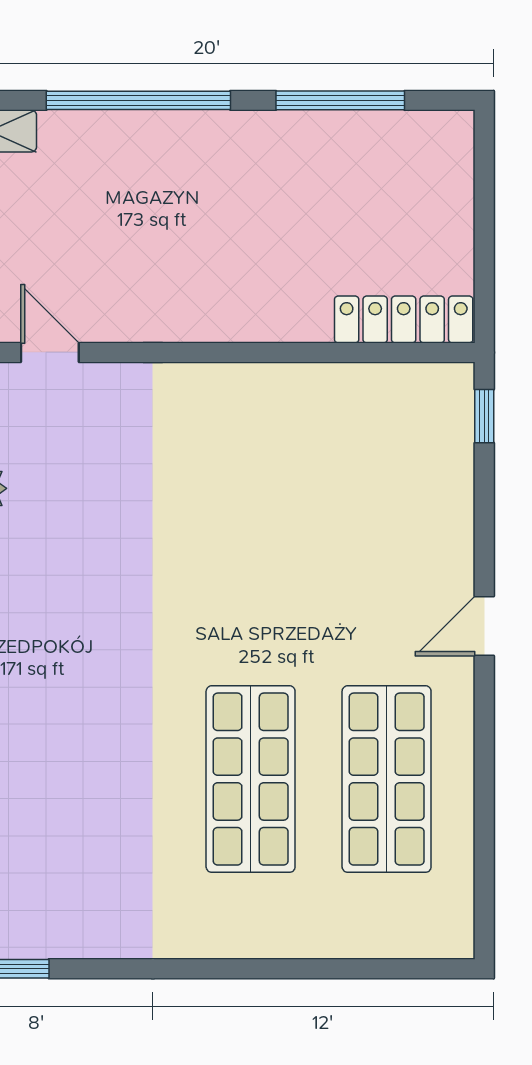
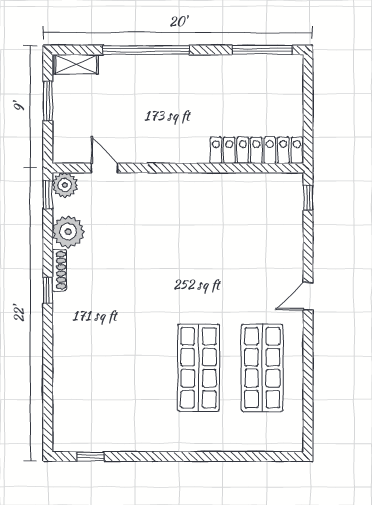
window: (340, 100) -> (262, 50), moved
locker: (404, 320) -> (256, 150), width x1.41, depth x1.21

